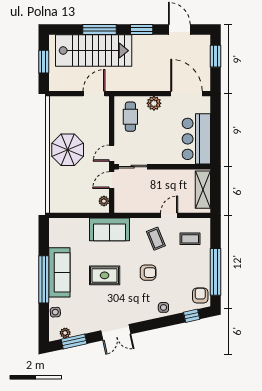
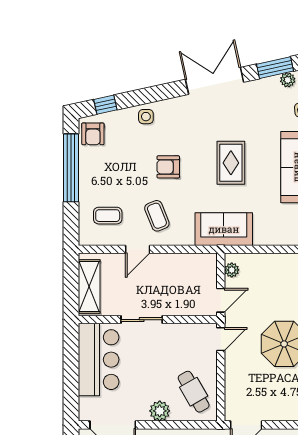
cafe table: (130, 117) -> (194, 392), turned -30
sliding door: (133, 167) -> (142, 320), moved
rug: (105, 275) -> (231, 163), turned 90
double door: (116, 332) -> (215, 81), width x1.37

